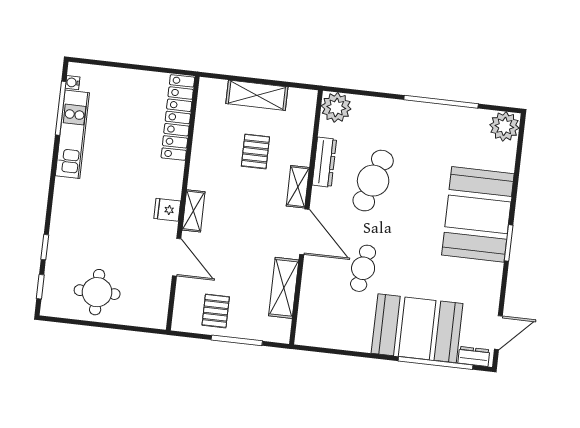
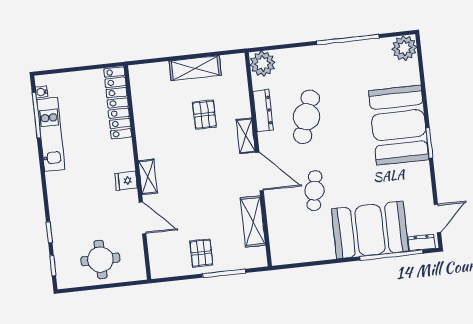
locker: (178, 117) -> (118, 103), moved
wall: (183, 203) -> (138, 172), moved
fridge: (167, 210) -> (126, 181), moved
shelving: (194, 211) -> (148, 177), moved
door: (177, 257) -> (143, 218), moved

